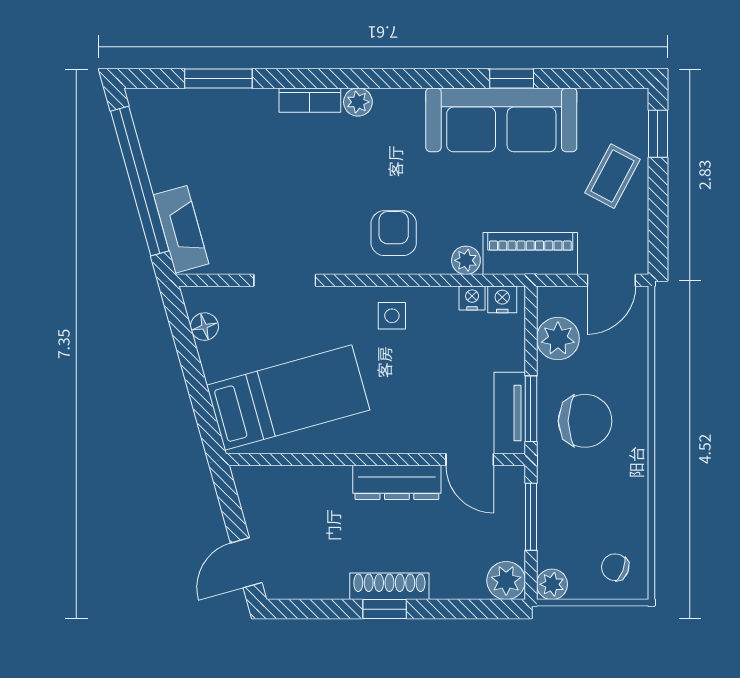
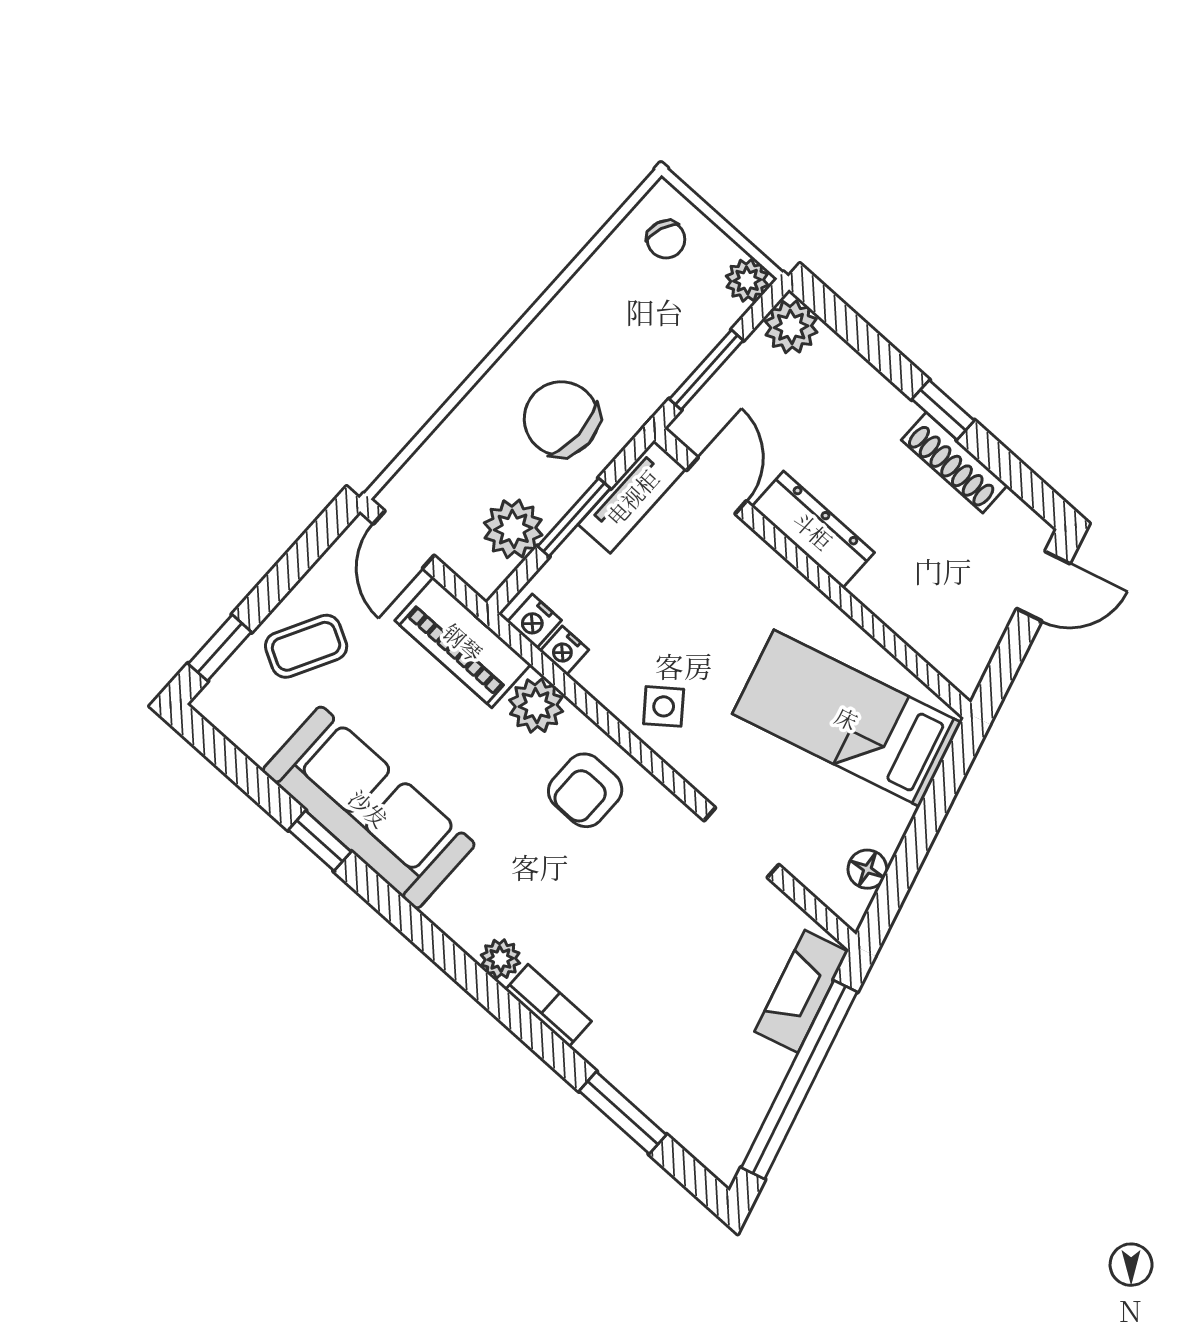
plant: (466, 260) -> (536, 706), width x1.38, depth x1.38
door: (611, 280) -> (404, 540), swing flipped
side table: (392, 316) -> (664, 706), turned -38
window: (531, 409) -> (574, 517), moved
shoe rack: (389, 586) -> (954, 463), moved

